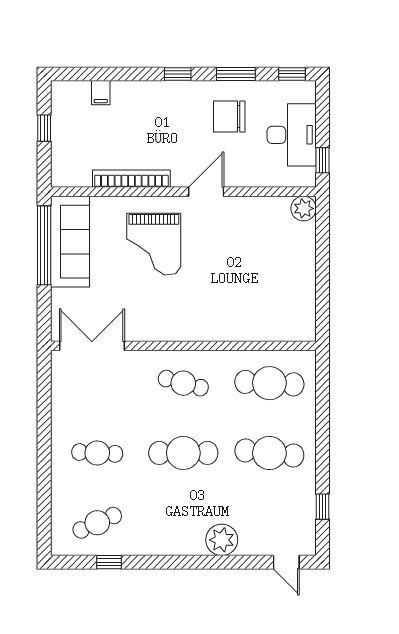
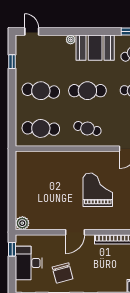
chair: (229, 117) -> (63, 273), turned 75
grand piano: (154, 244) -> (98, 190), moved
booth: (169, 532) -> (95, 48), added
plant: (222, 540) -> (71, 40), width x0.53, depth x0.53

